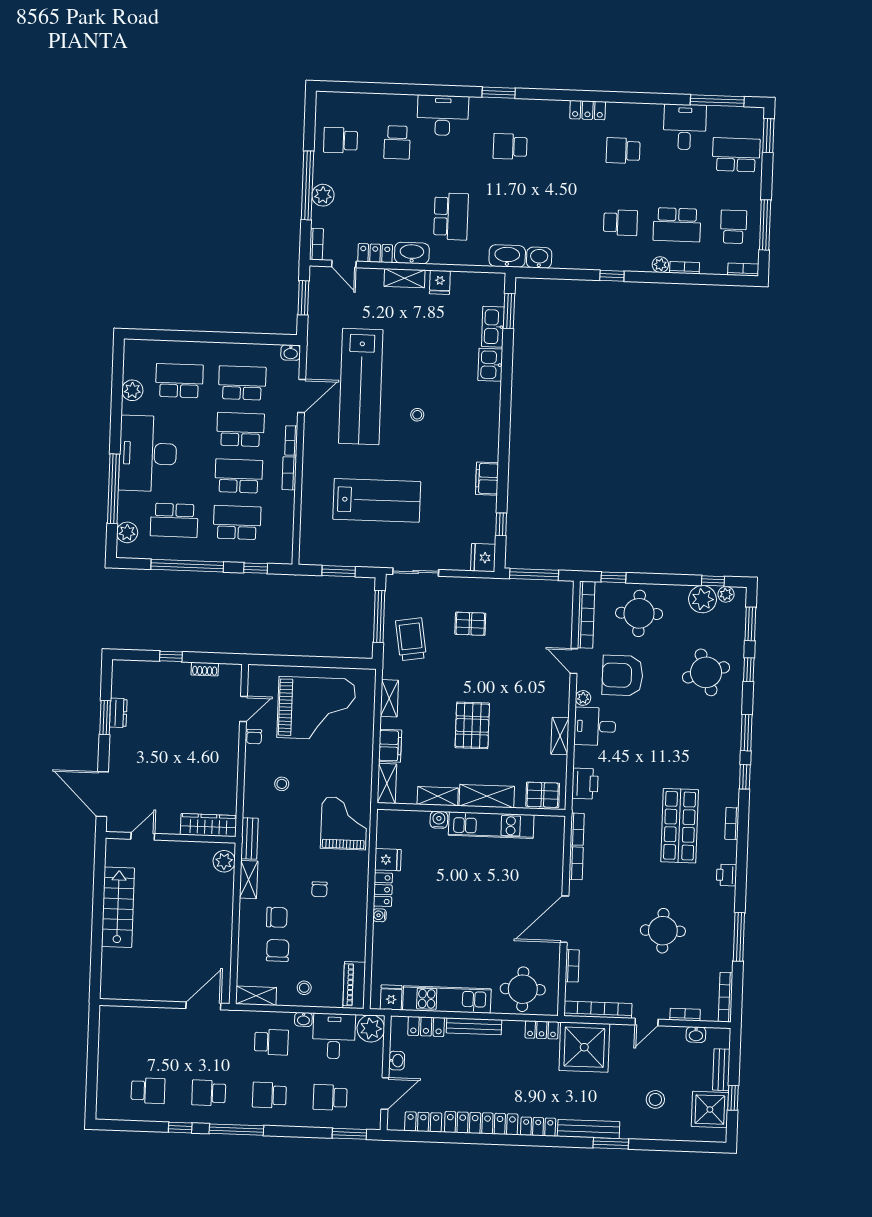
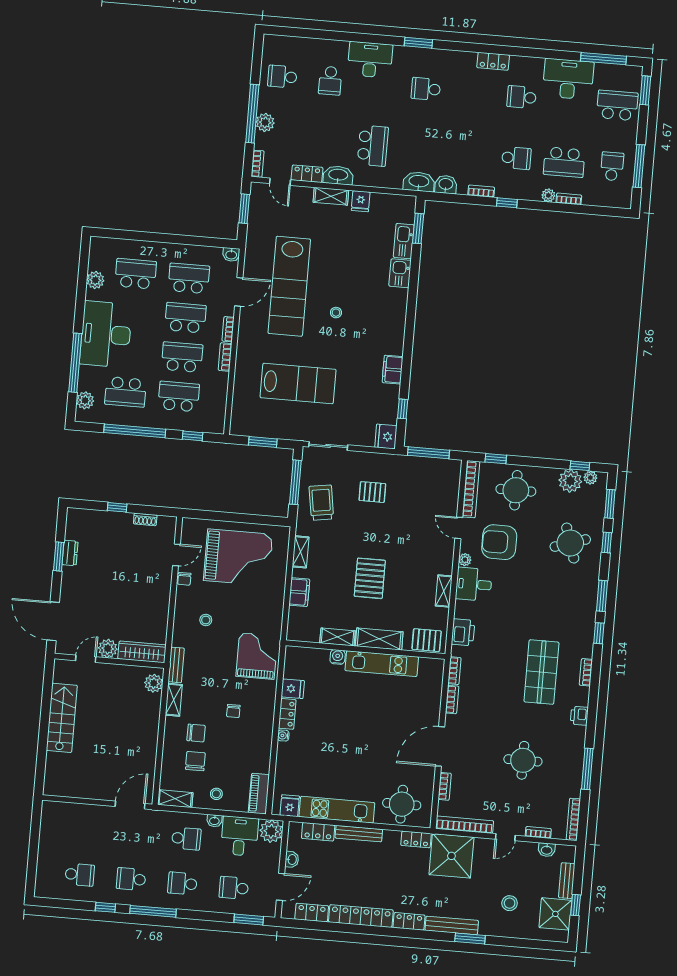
desk: (685, 127) -> (568, 79), width x1.37
bookcase: (743, 270) -> (481, 191), moved
shelving: (387, 783) -> (295, 624), removed
plant: (168, 823) -> (108, 649), added

